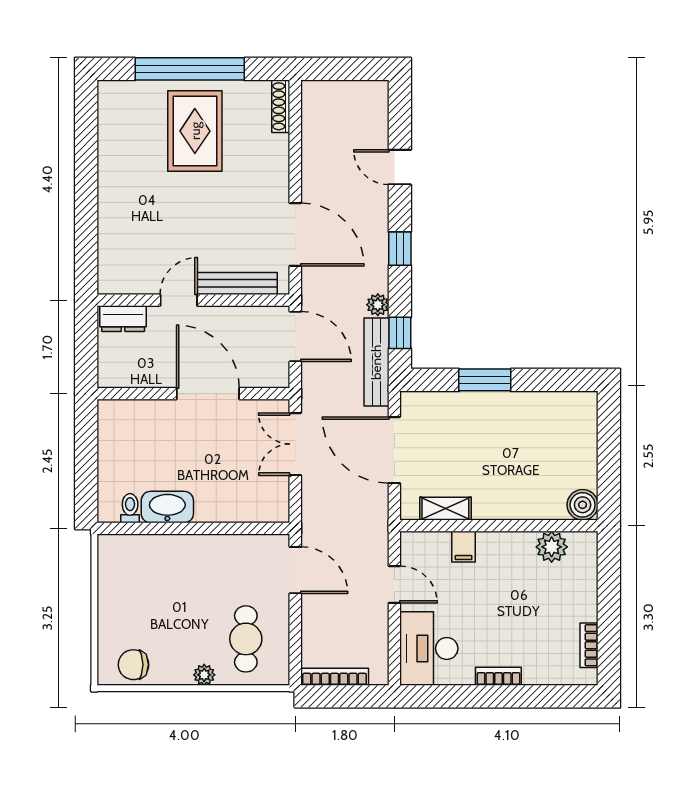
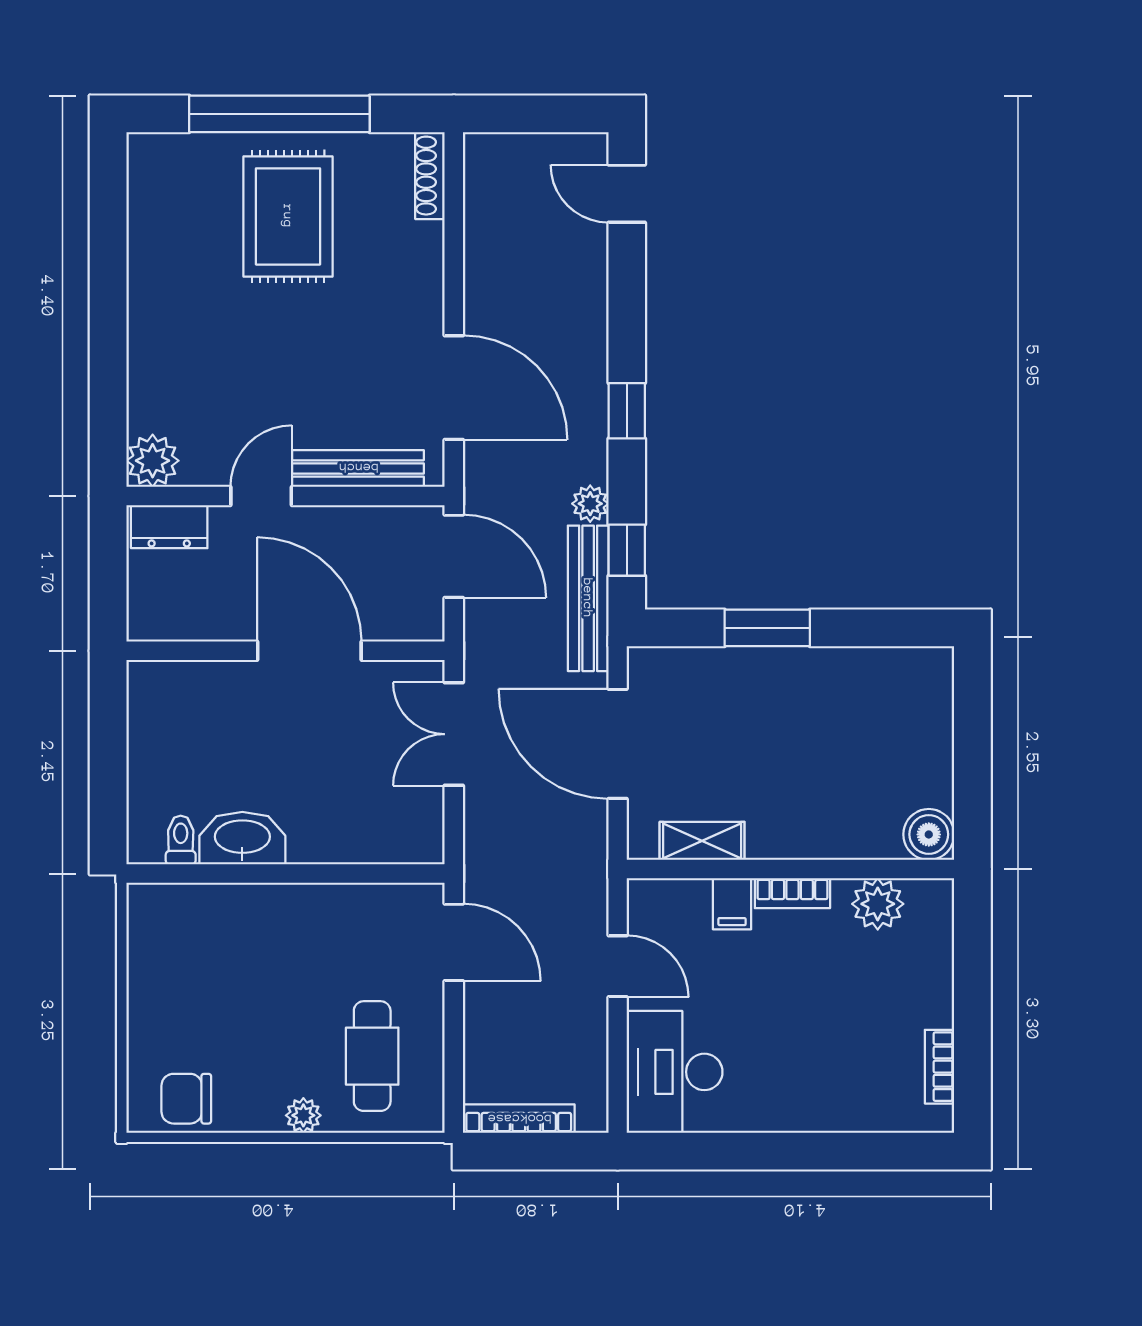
door: (400, 167) -> (627, 194), moved
plant: (113, 279) -> (153, 461), added
bookcase: (498, 676) -> (792, 893), moved, turned 180

